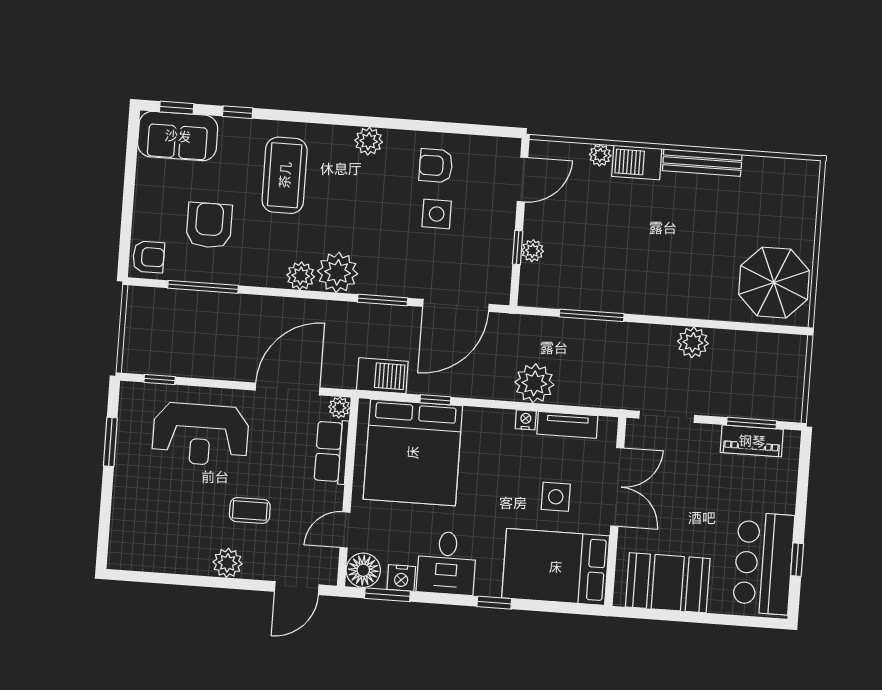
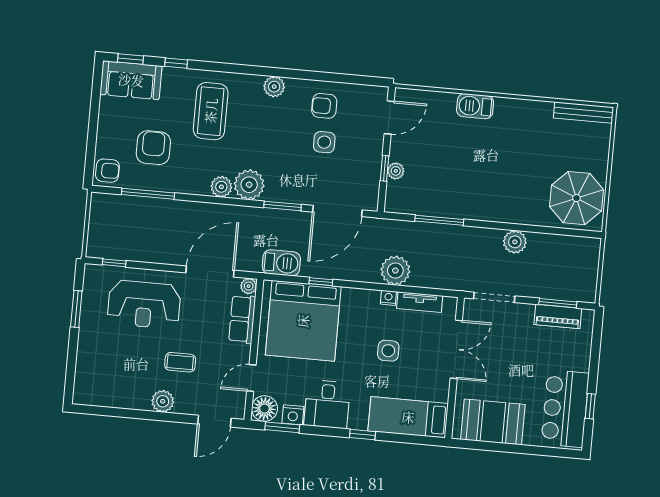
plant: (600, 155) -> (448, 100), removed
bench: (702, 163) -> (583, 112), moved
side table: (556, 497) -> (388, 351), moved
bed: (556, 567) -> (408, 417), width x0.67

